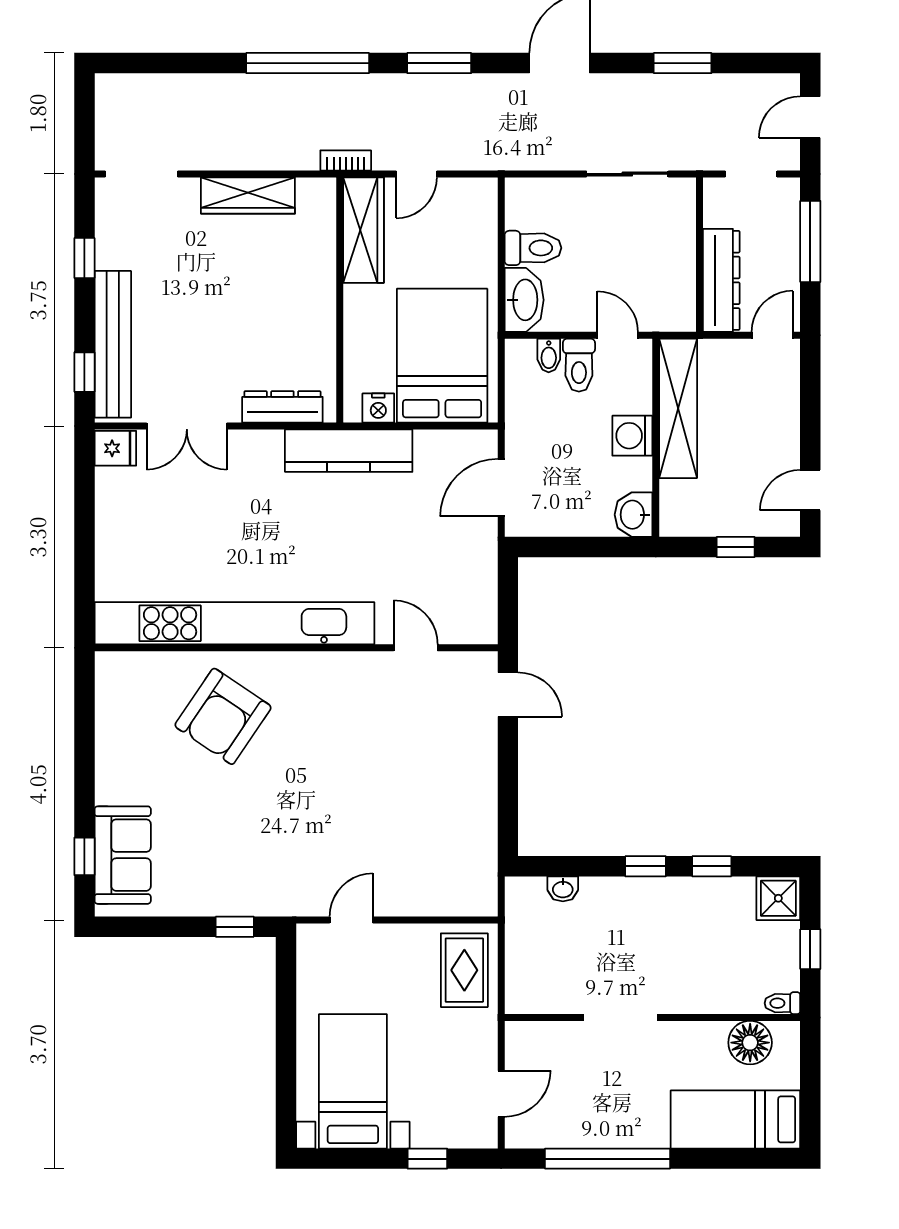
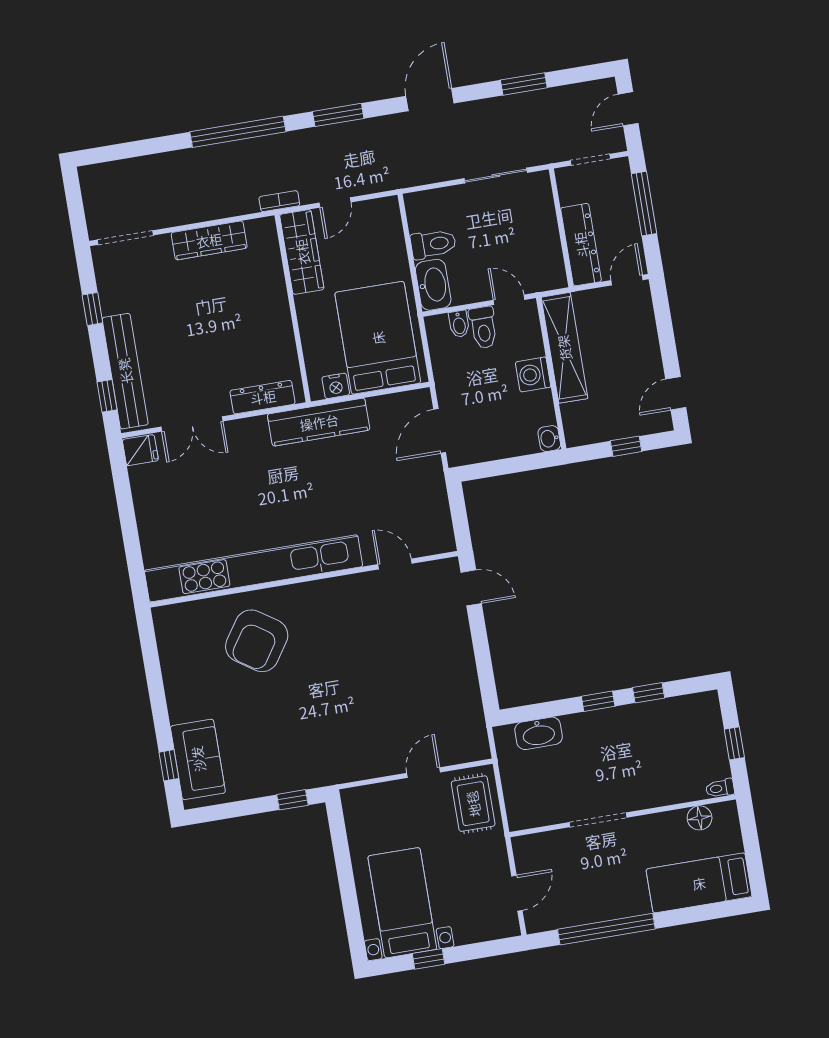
washbasin: (634, 515) -> (549, 439), width x0.72, depth x0.69
washbasin: (563, 889) -> (539, 733), width x1.91, depth x1.45
shower: (778, 898) -> (703, 709), removed
door: (351, 920) -> (424, 773), moved
floor lamp: (750, 1043) -> (700, 818), width x0.73, depth x0.73
window: (427, 1159) -> (429, 959), moved

